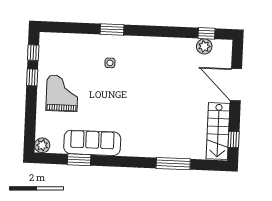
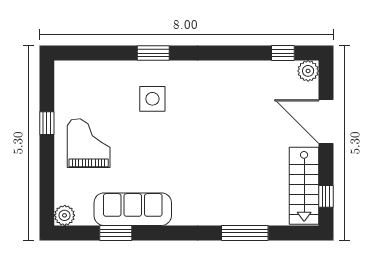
plant: (204, 46) -> (308, 71), moved
window: (33, 53) -> (47, 89), removed
side table: (110, 63) -> (152, 99), width x1.87, depth x1.87

